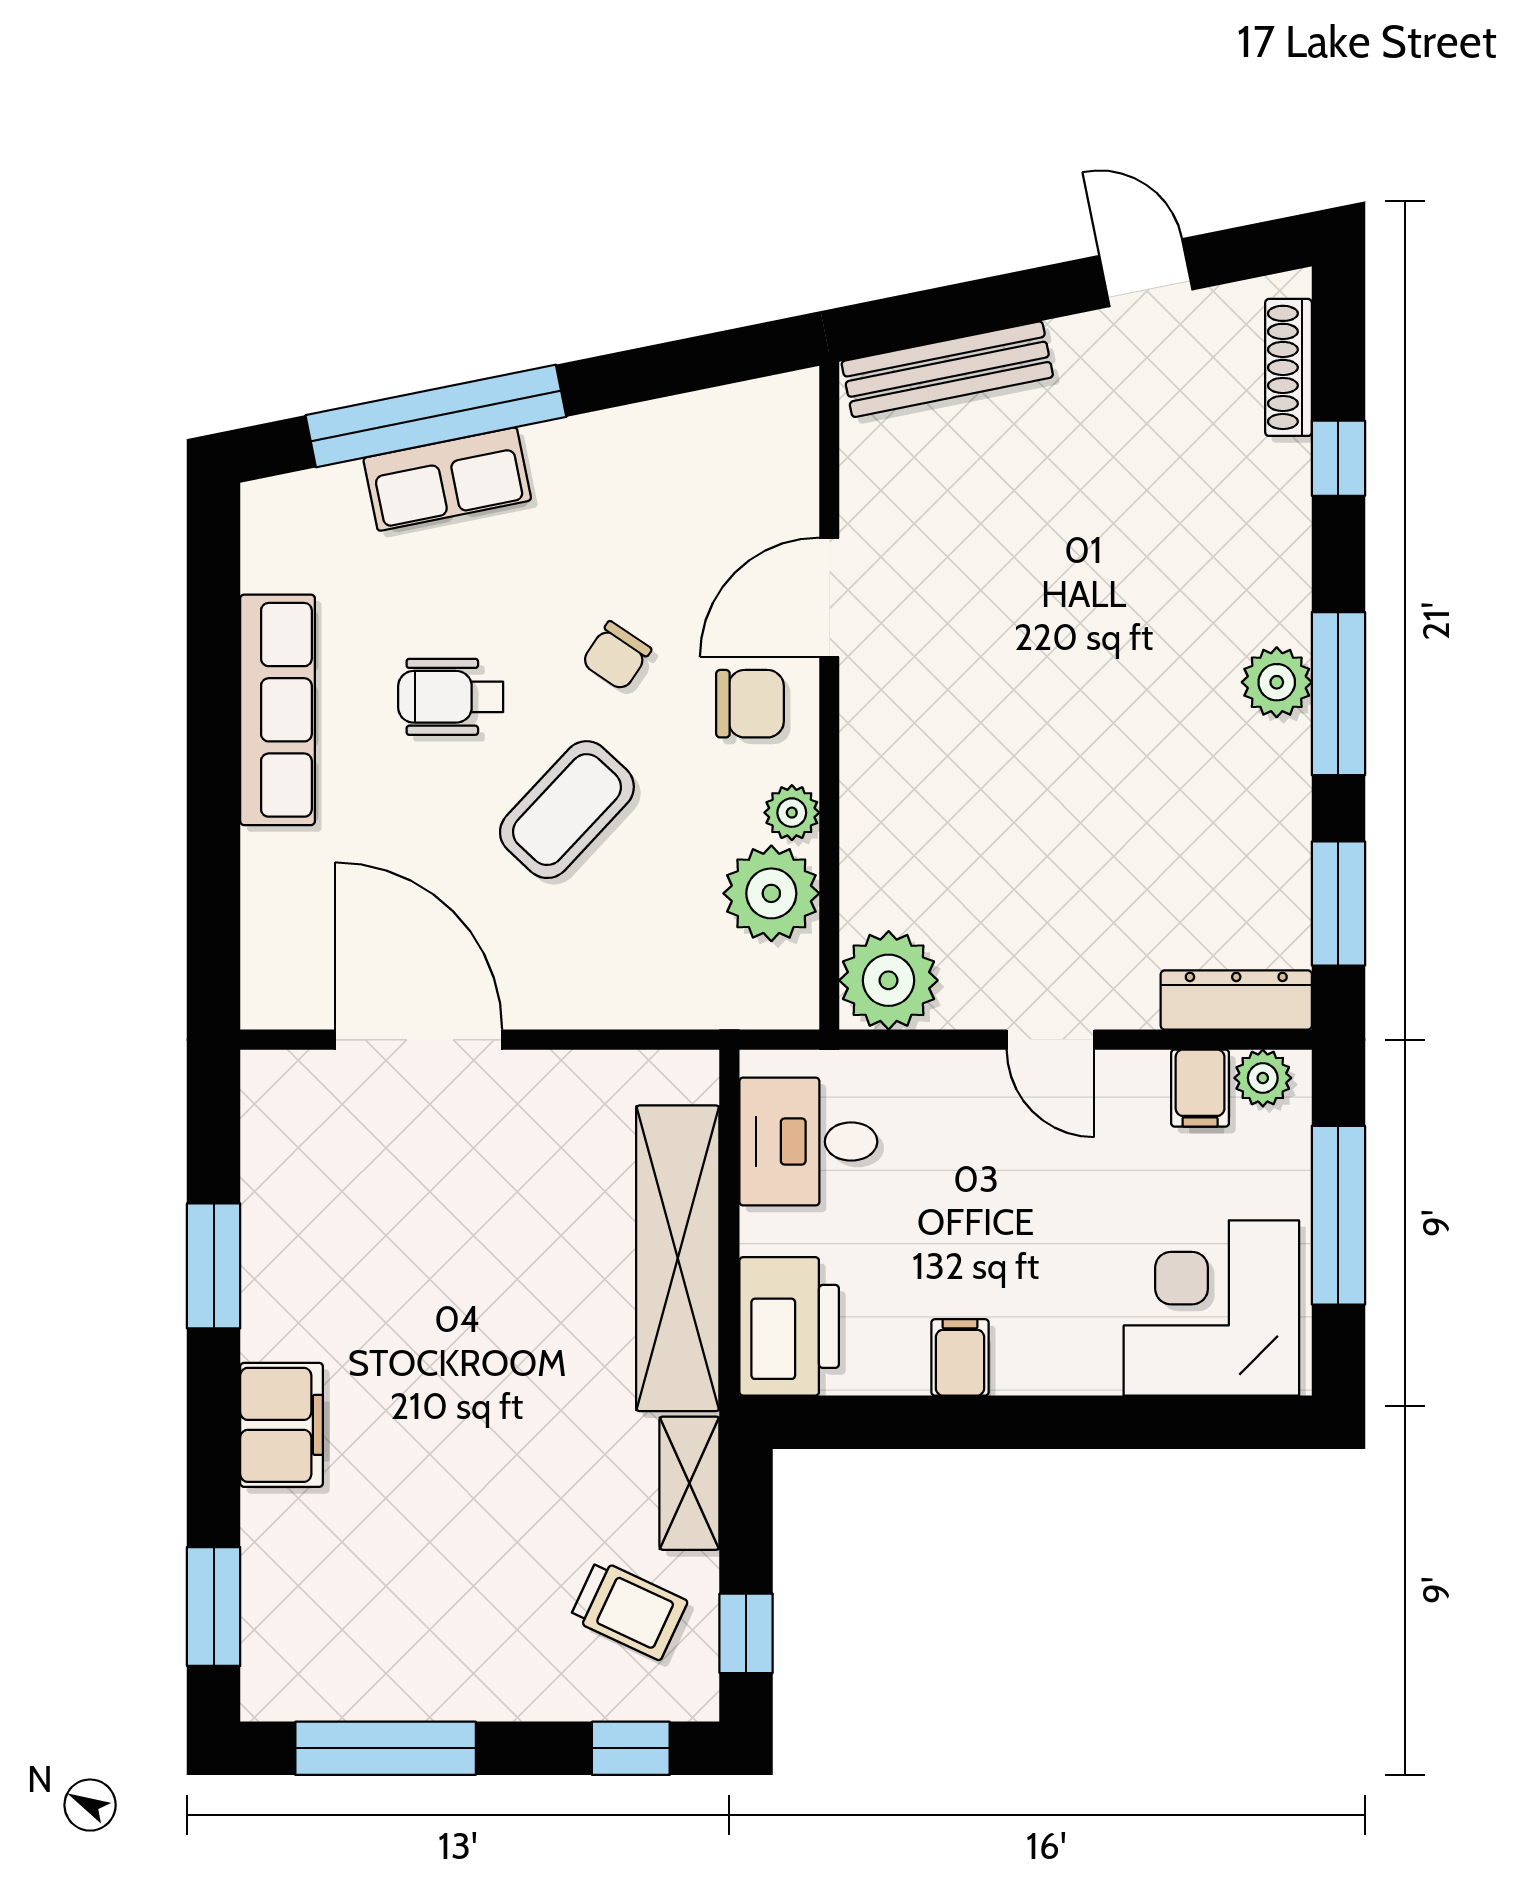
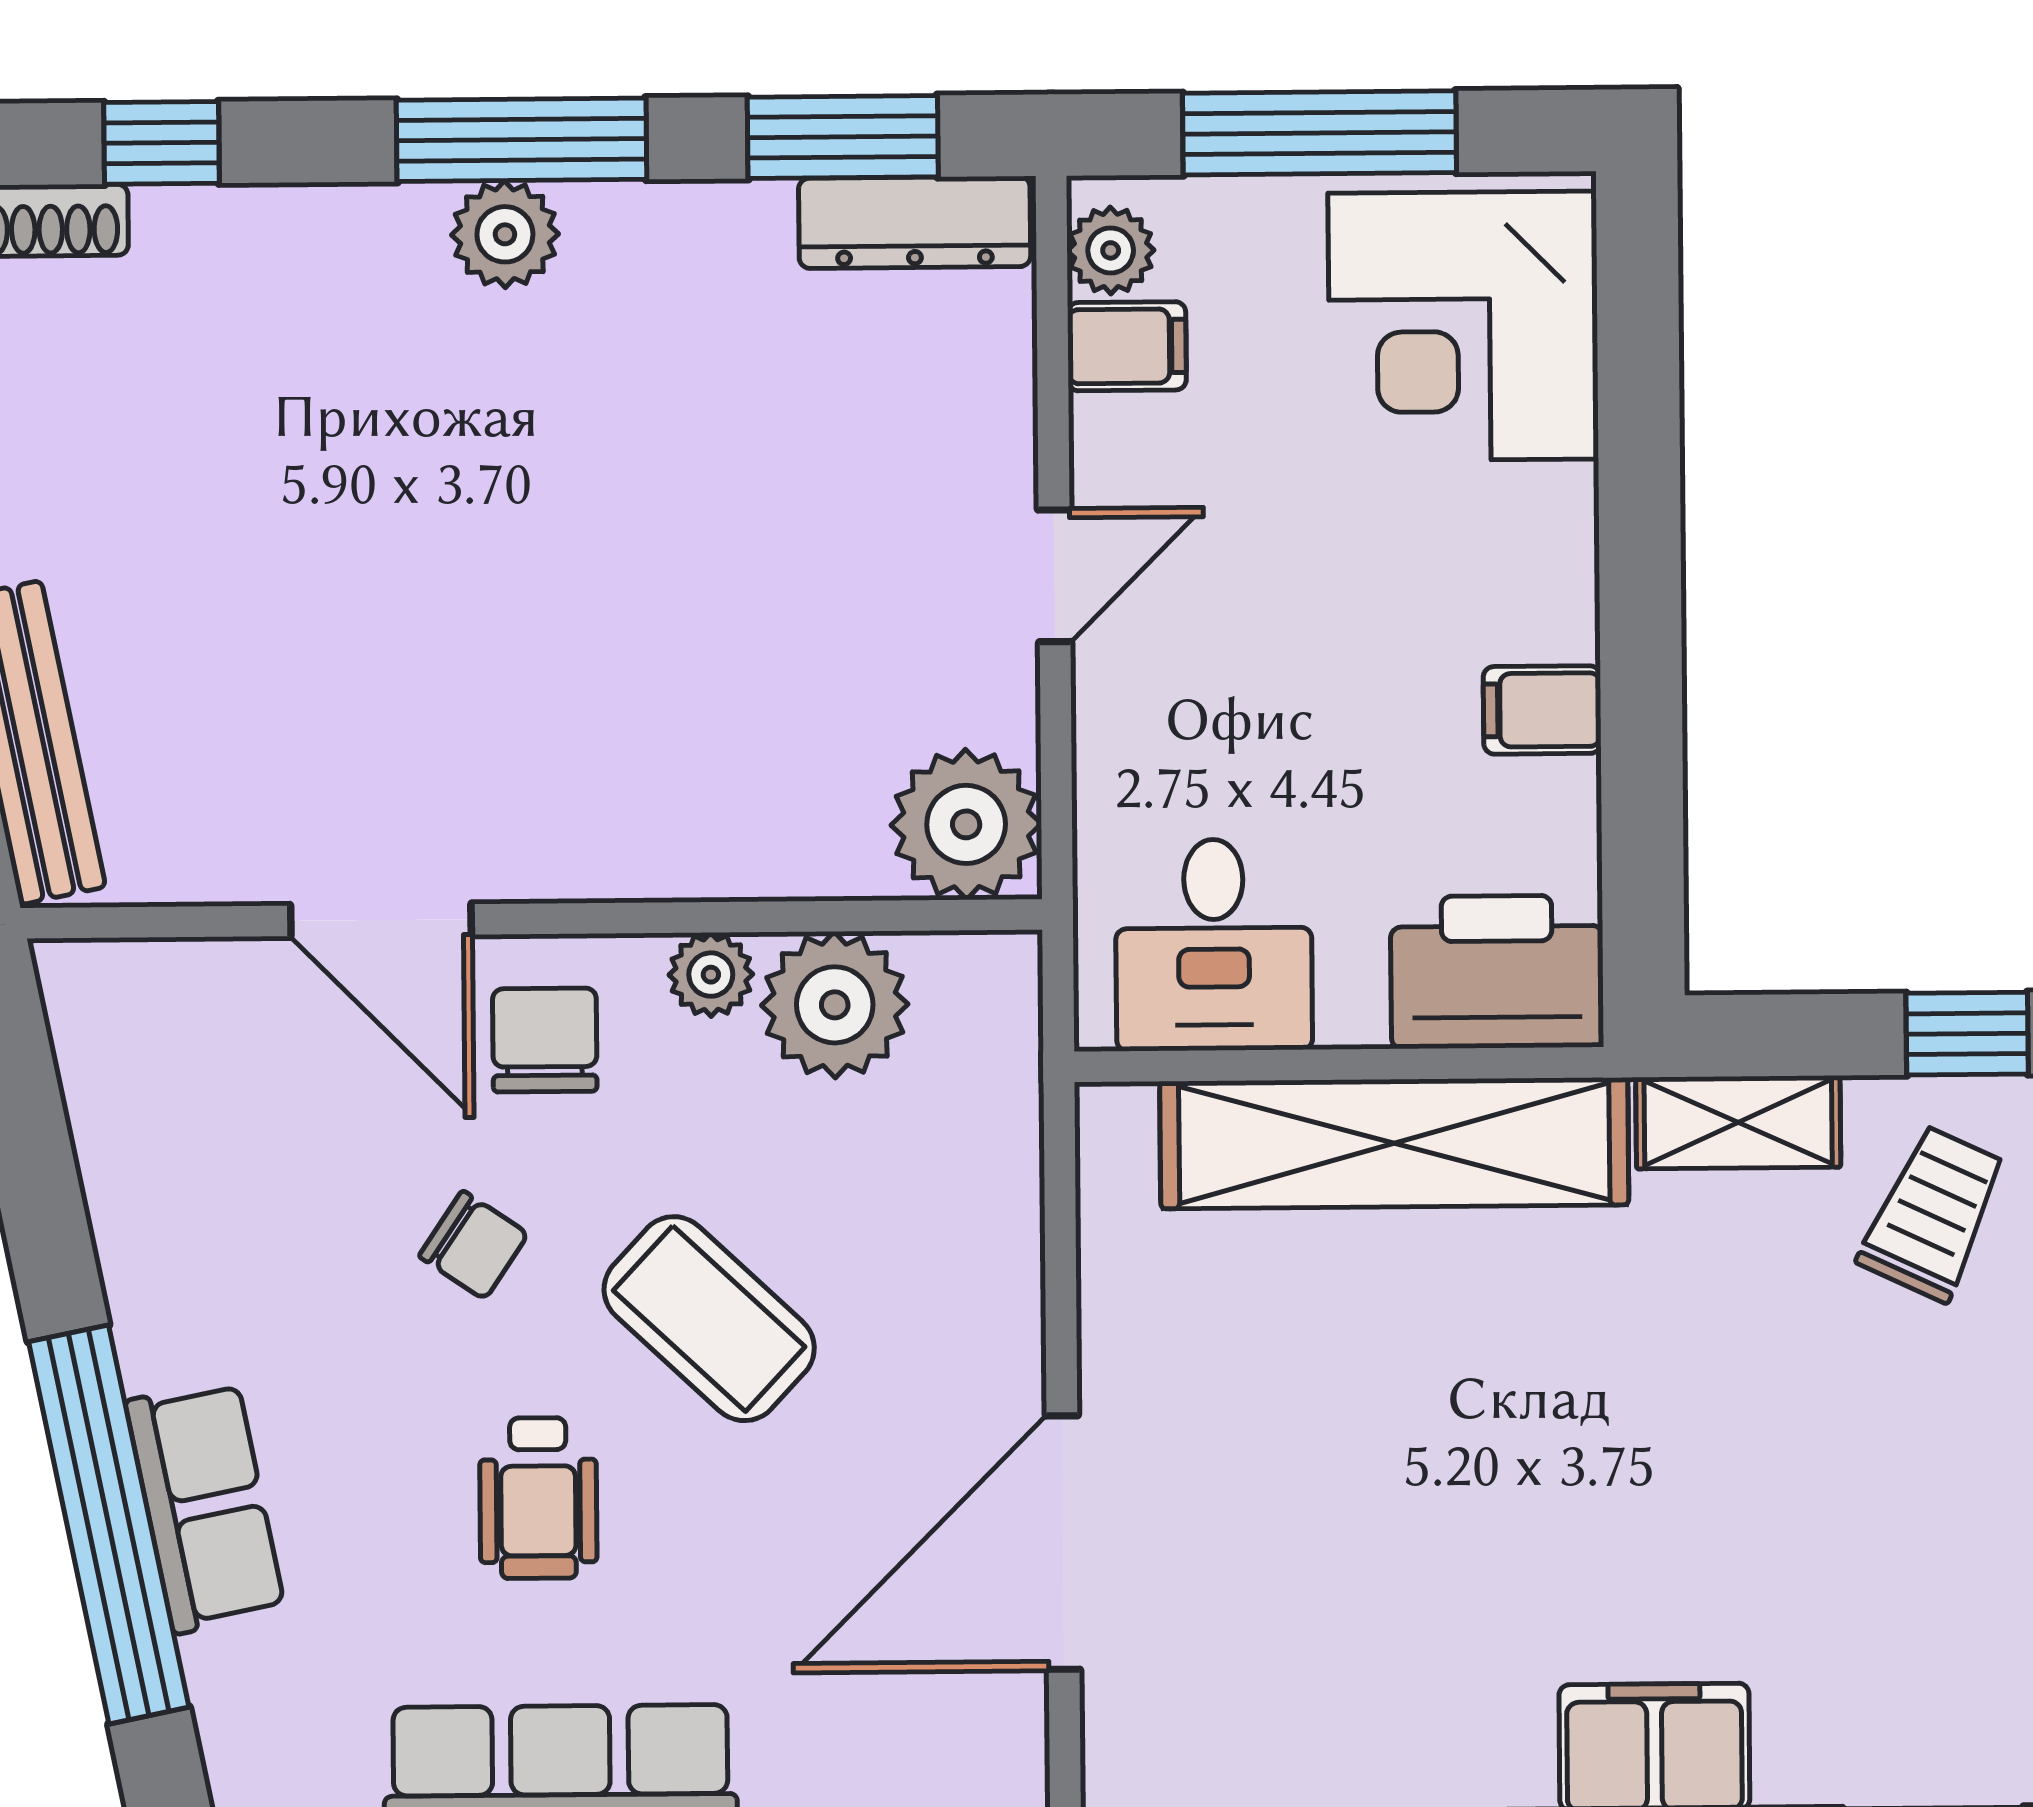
dresser: (1236, 1000) -> (915, 222), moved, turned -90

